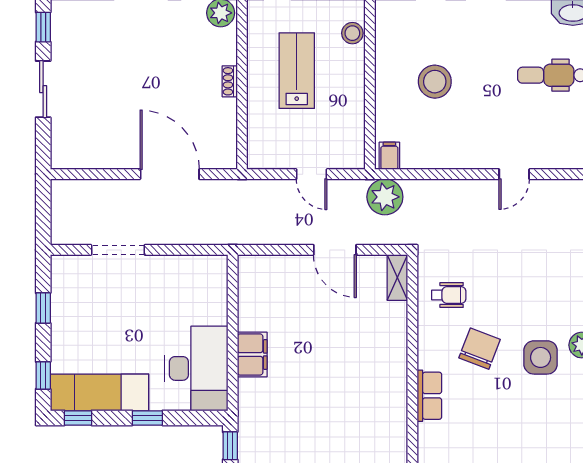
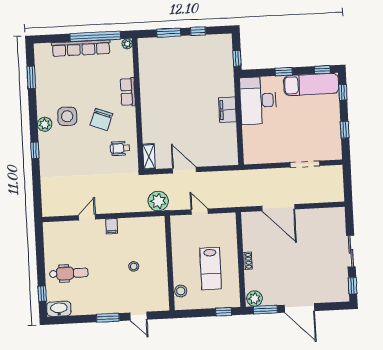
stool: (435, 82) -> (134, 266), width x0.53, depth x0.53
filing cabinet: (389, 156) -> (112, 226), moved

